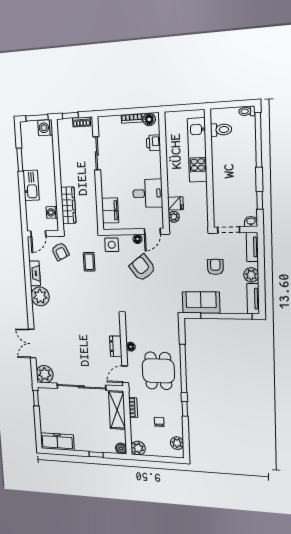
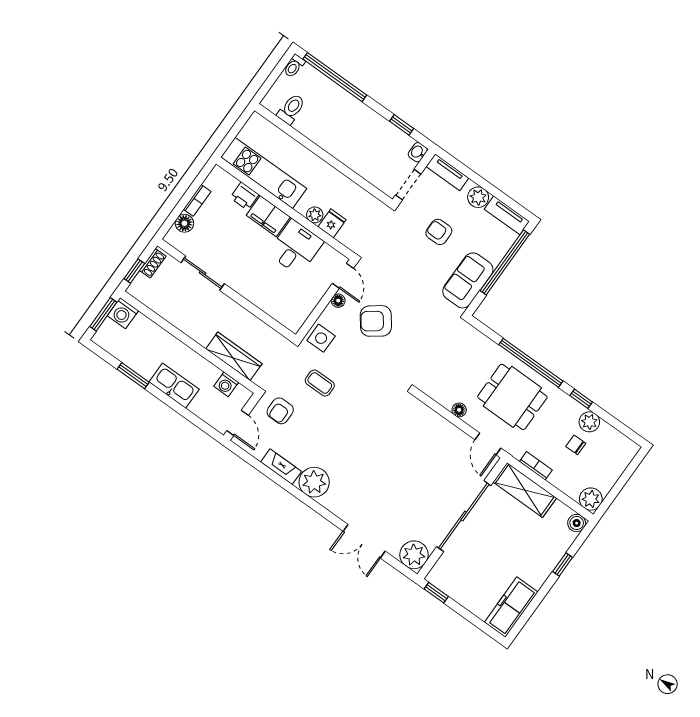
floor lamp: (149, 119) -> (184, 223), moved
kitchen unit: (197, 150) -> (264, 173), moved, turned 180
filing cabinet: (110, 210) -> (268, 216), moved, turned 180
plant: (174, 217) -> (315, 215), moved
armchair: (60, 252) -> (280, 411), turned 116
dresser: (116, 346) -> (445, 429), removed
plant: (177, 443) -> (589, 422), moved

